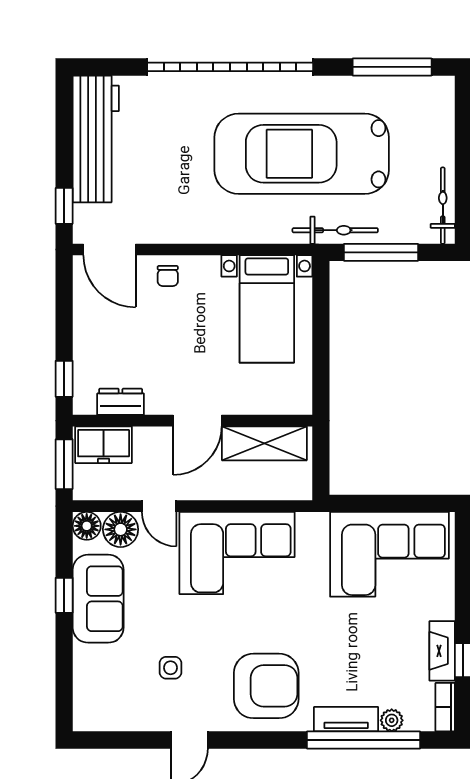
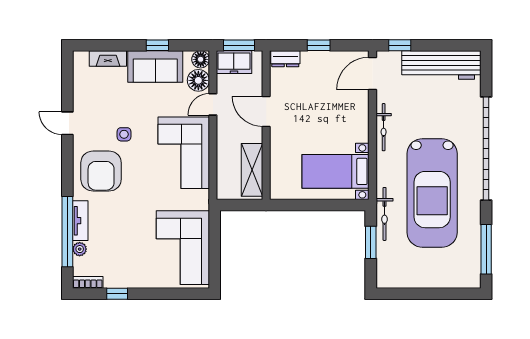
car: (302, 154) -> (432, 193), turned 180
bicycle: (443, 206) -> (384, 127), moved, turned 90
window: (381, 252) -> (371, 242), width x0.69
chair: (168, 276) -> (356, 110), removed
window: (64, 379) -> (319, 45), moved
dresser: (121, 402) -> (285, 59), moved, turned 90
door: (197, 421) -> (266, 111), moved
freezer: (104, 445) -> (234, 62), moved, turned -90
fireplace: (442, 651) -> (108, 59), moved, turned 180
side table: (170, 668) -> (124, 134), moved

